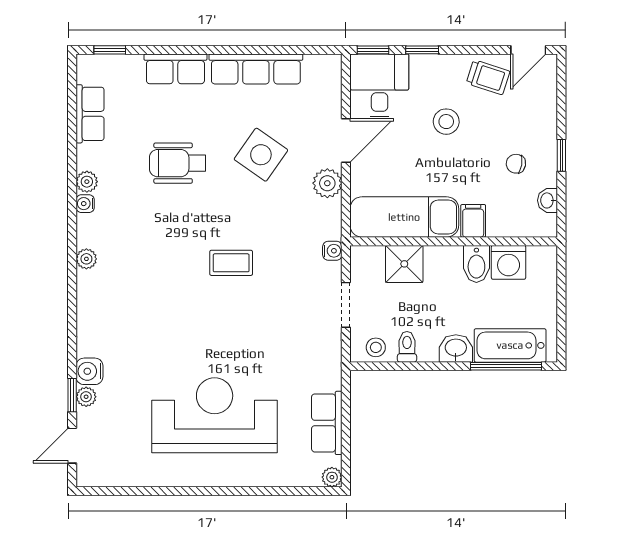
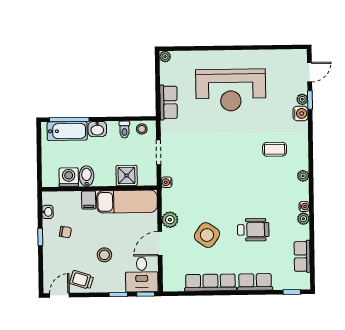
coffee table: (231, 263) -> (275, 149), moved
row of seats: (327, 423) -> (169, 102), moved

